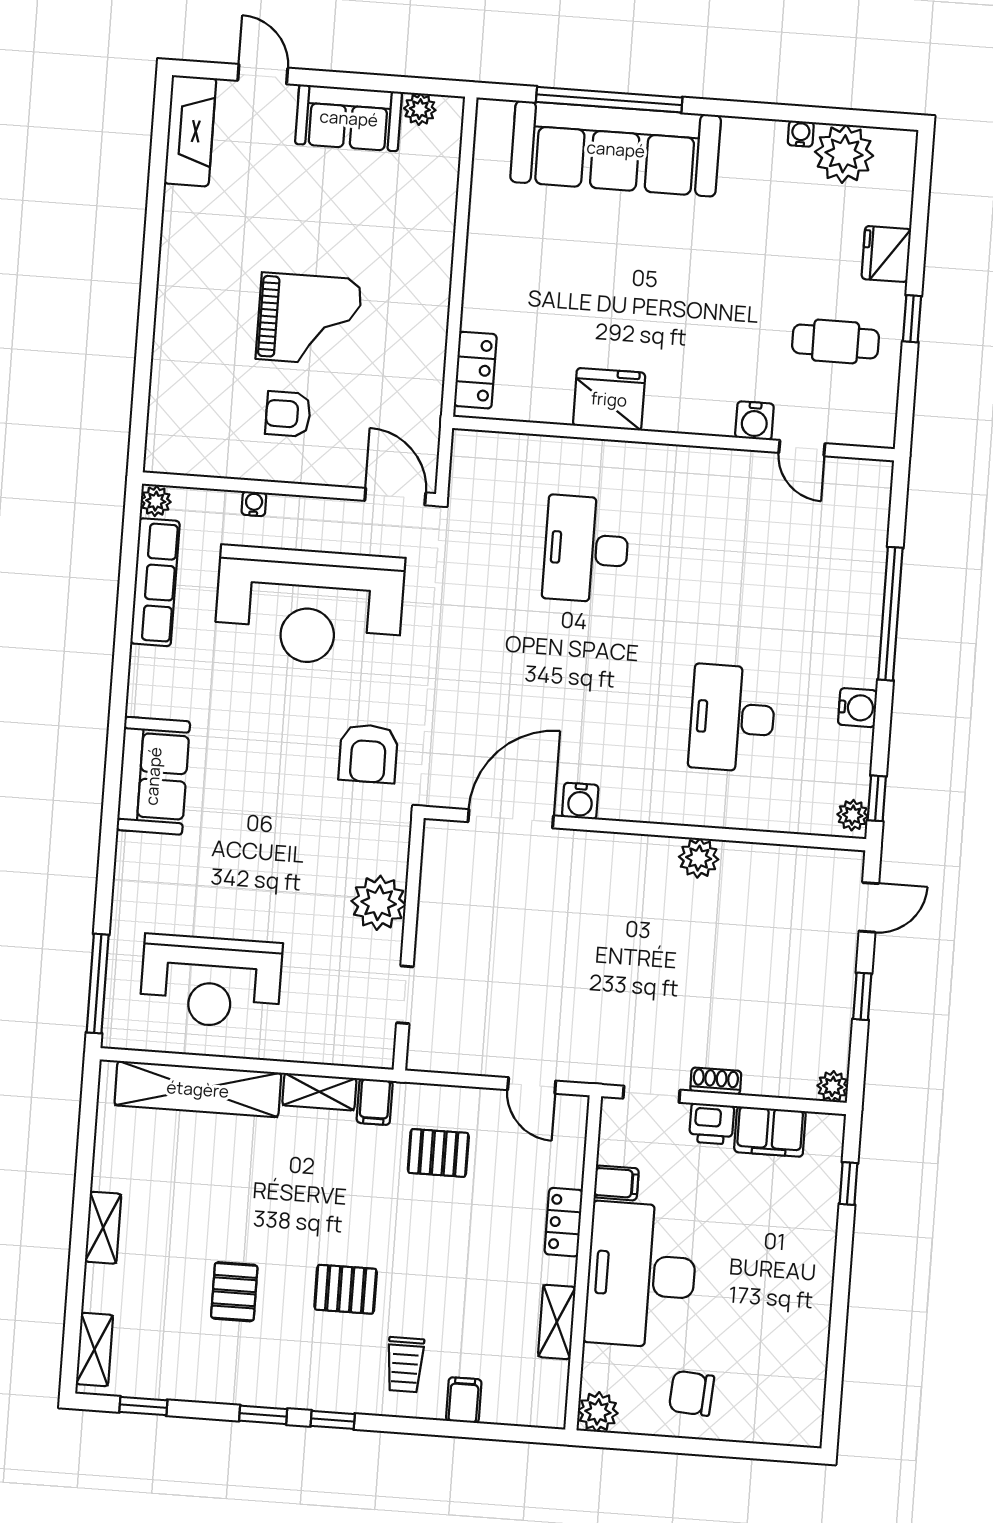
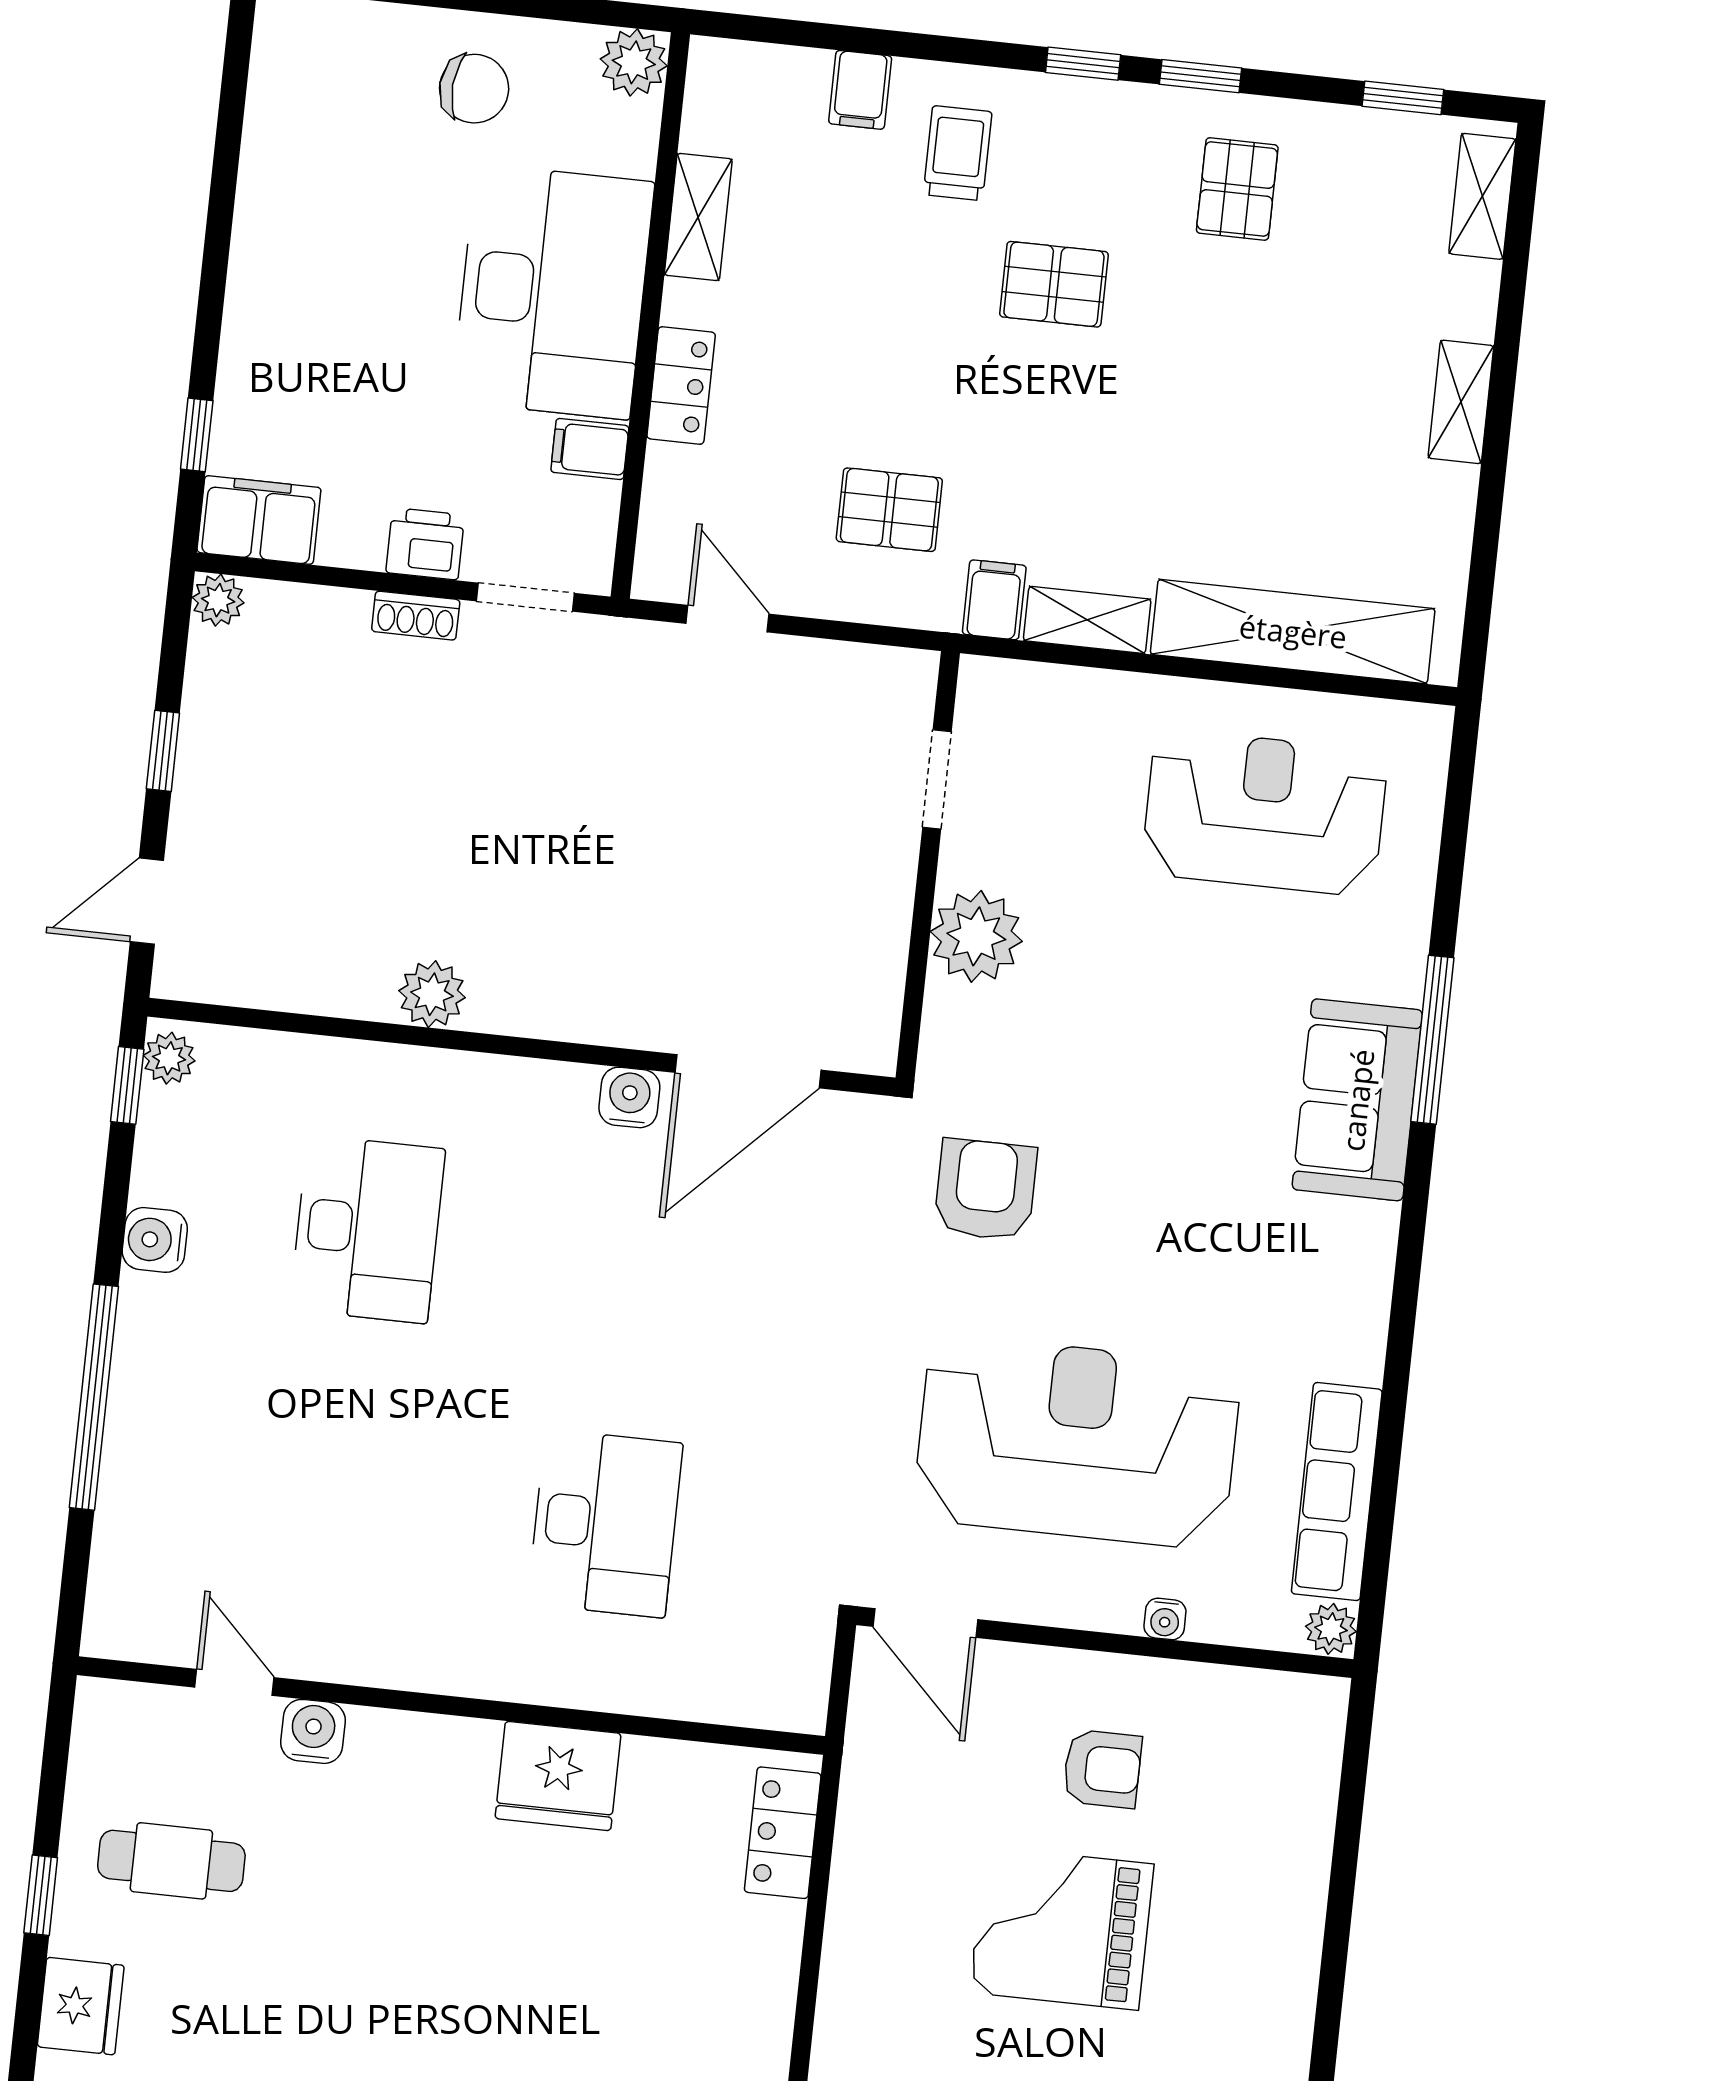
sofa: (153, 776) -> (1357, 1100), moved
window: (98, 984) -> (1432, 1040), moved
filing cabinet: (770, 1132) -> (259, 520), moved
pallet: (234, 1292) -> (1237, 189), moved

